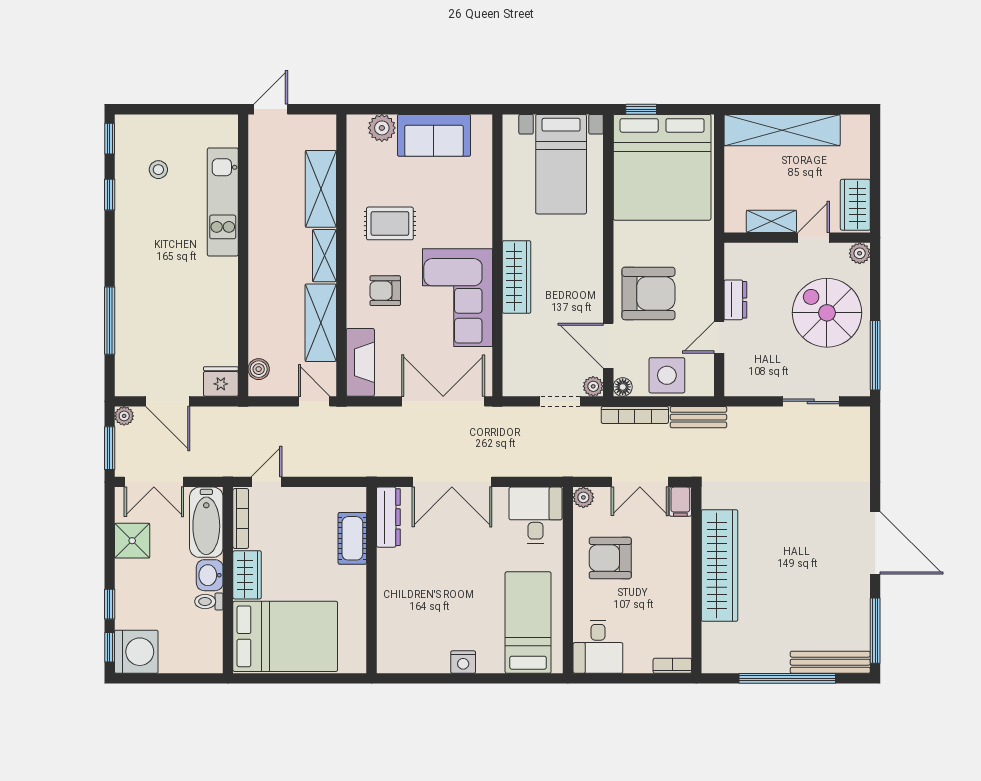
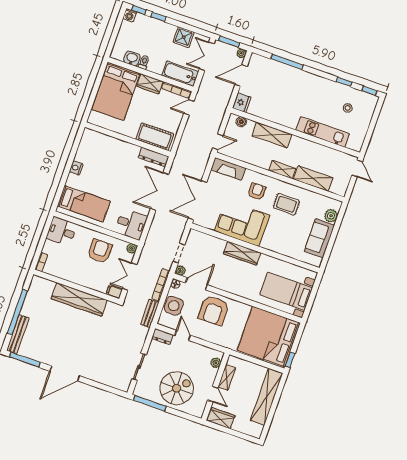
window: (641, 109) -> (290, 360), moved
rug: (390, 223) -> (286, 204), turned 90
plant: (860, 253) -> (216, 363), moved
dresser: (735, 300) -> (162, 337), moved
shelving: (321, 323) -> (272, 135), moved
double door: (443, 401) -> (197, 200), swing flipped
door: (266, 482) -> (189, 107), swing flipped
cot: (352, 538) -> (155, 137), width x1.37, depth x1.34
washbasin: (210, 575) -> (132, 58), moved
washing machine: (136, 652) -> (130, 15), width x0.53, depth x0.53

